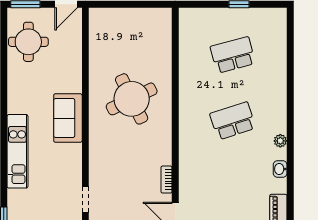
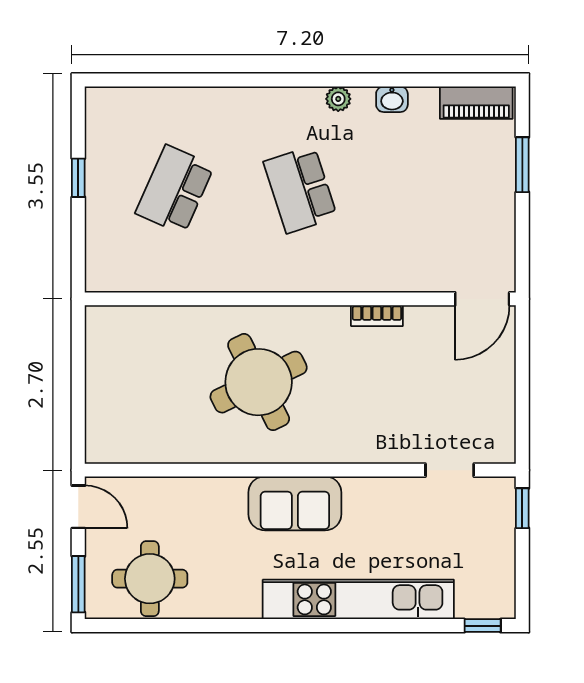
school desk: (233, 55) -> (175, 189), turned 39
kitchen unit: (17, 151) -> (358, 599), width x1.36
bookcase: (166, 180) -> (377, 316), moved

